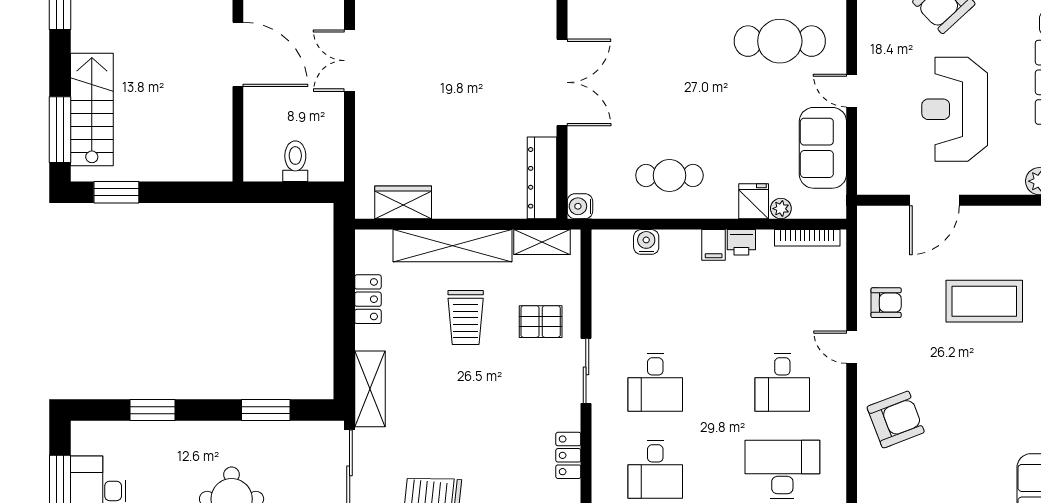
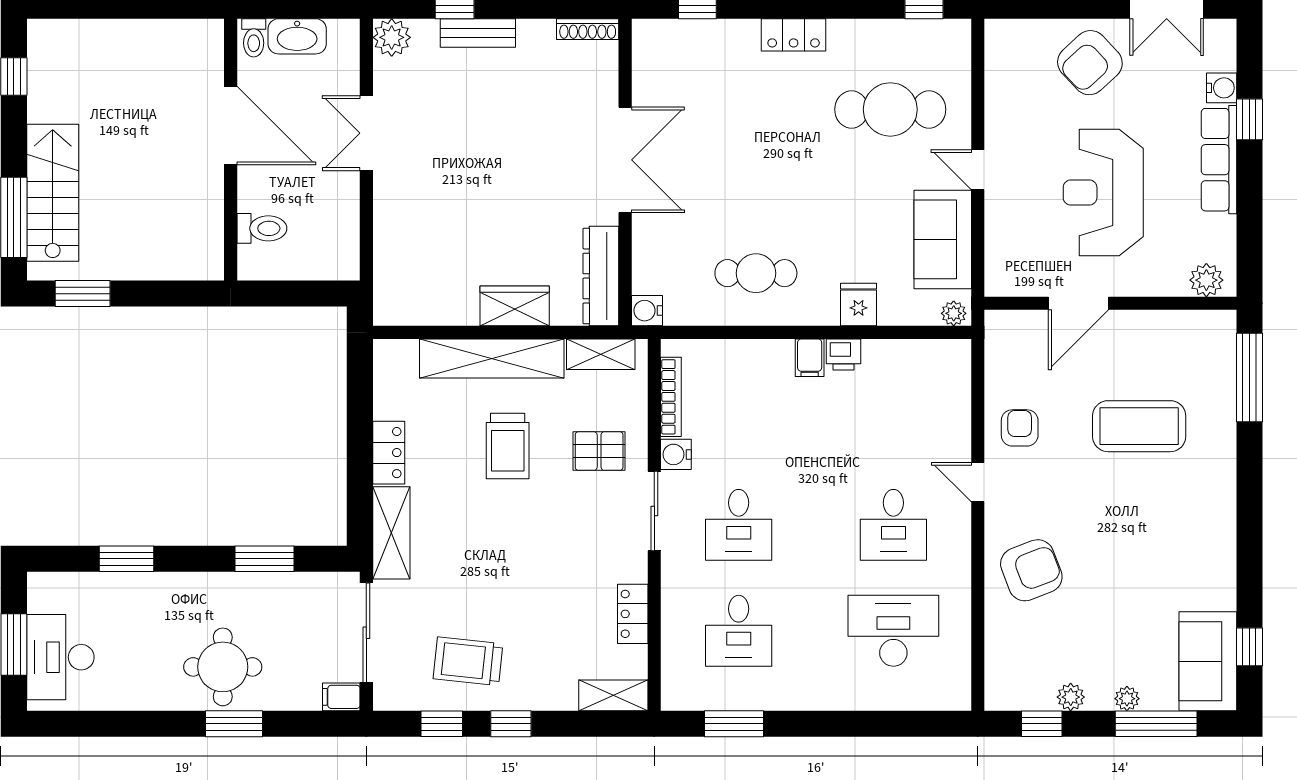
toilet: (295, 161) -> (262, 228), moved, turned 90
wardrobe: (403, 202) -> (515, 306), moved
plant: (781, 209) -> (954, 313), moved
bookcase: (807, 238) -> (671, 397), moved, turned -90
water cooler: (646, 242) -> (676, 454), moved, turned -90
locker: (368, 299) -> (389, 453), moved
armchair: (886, 303) -> (1020, 428), turned -90

